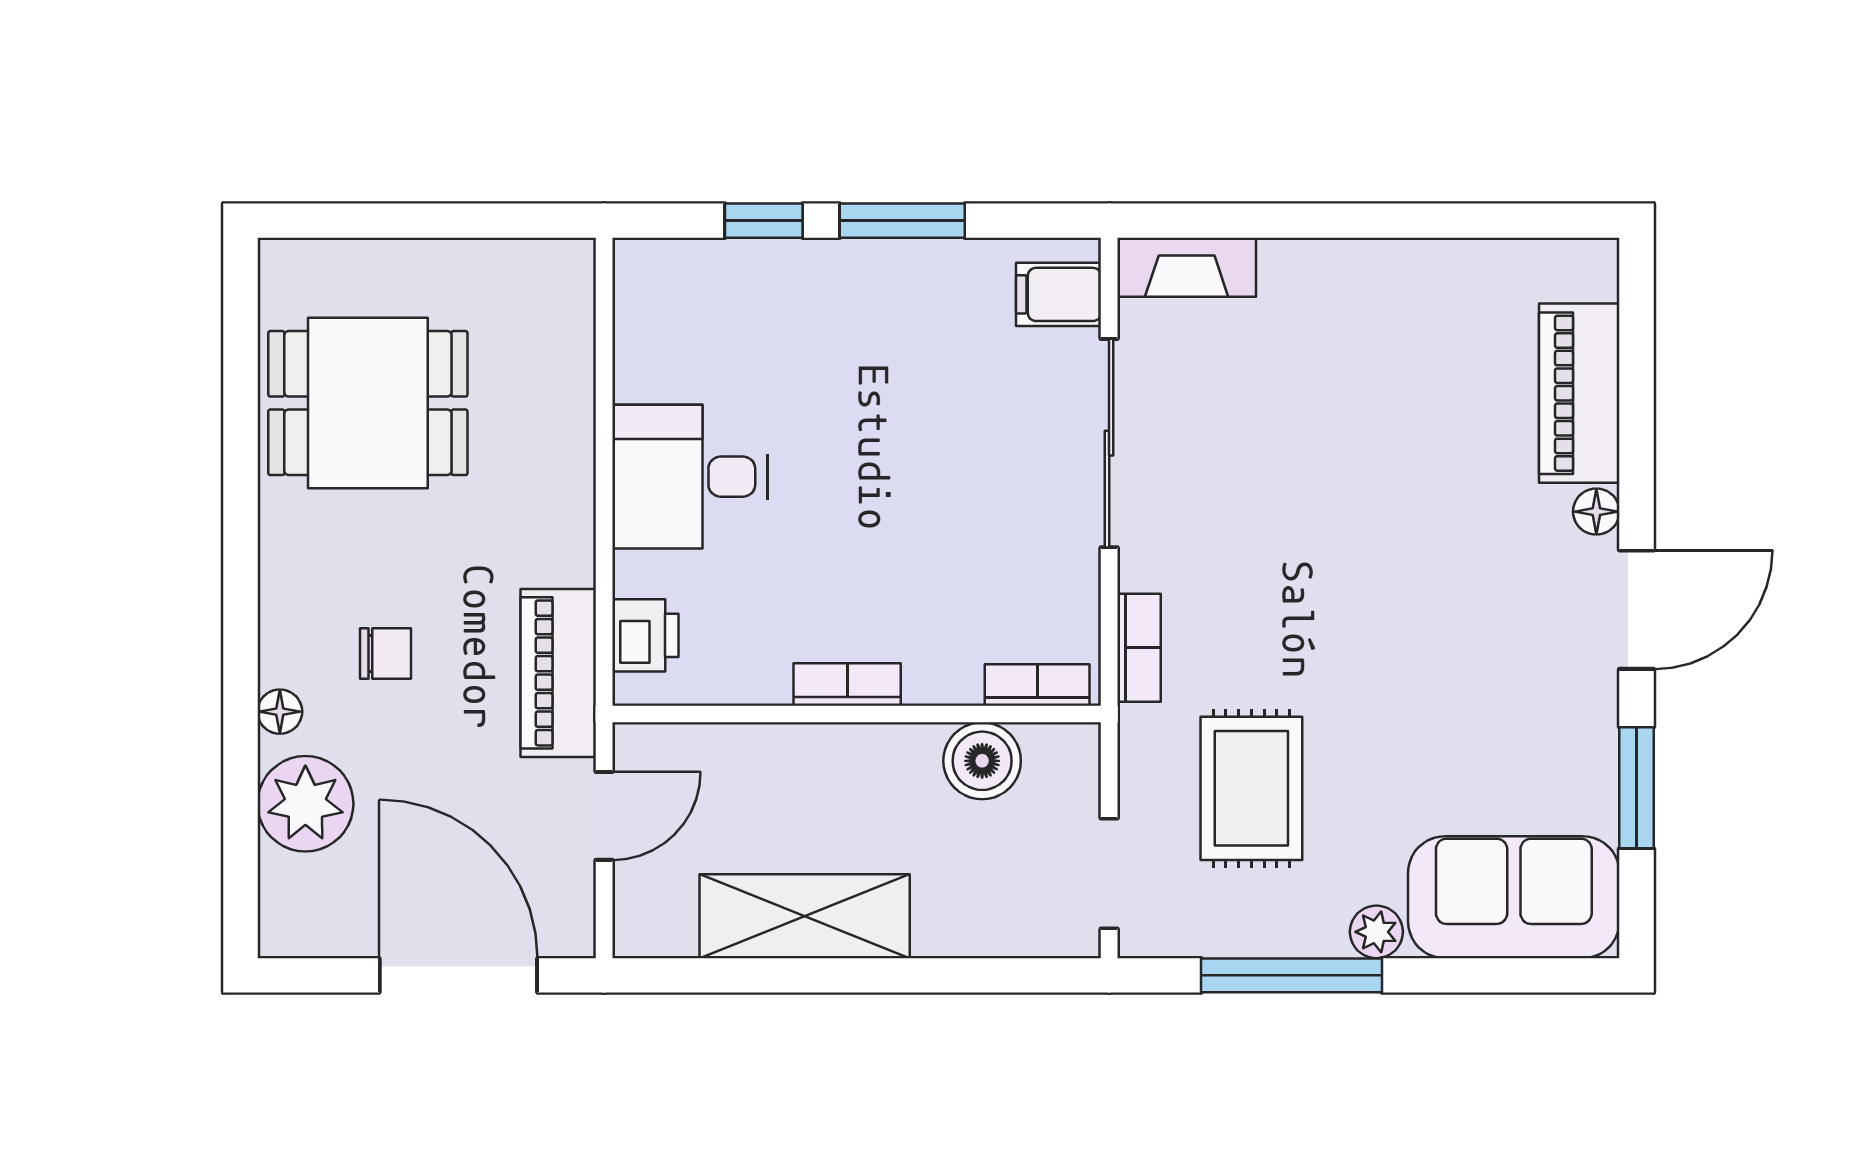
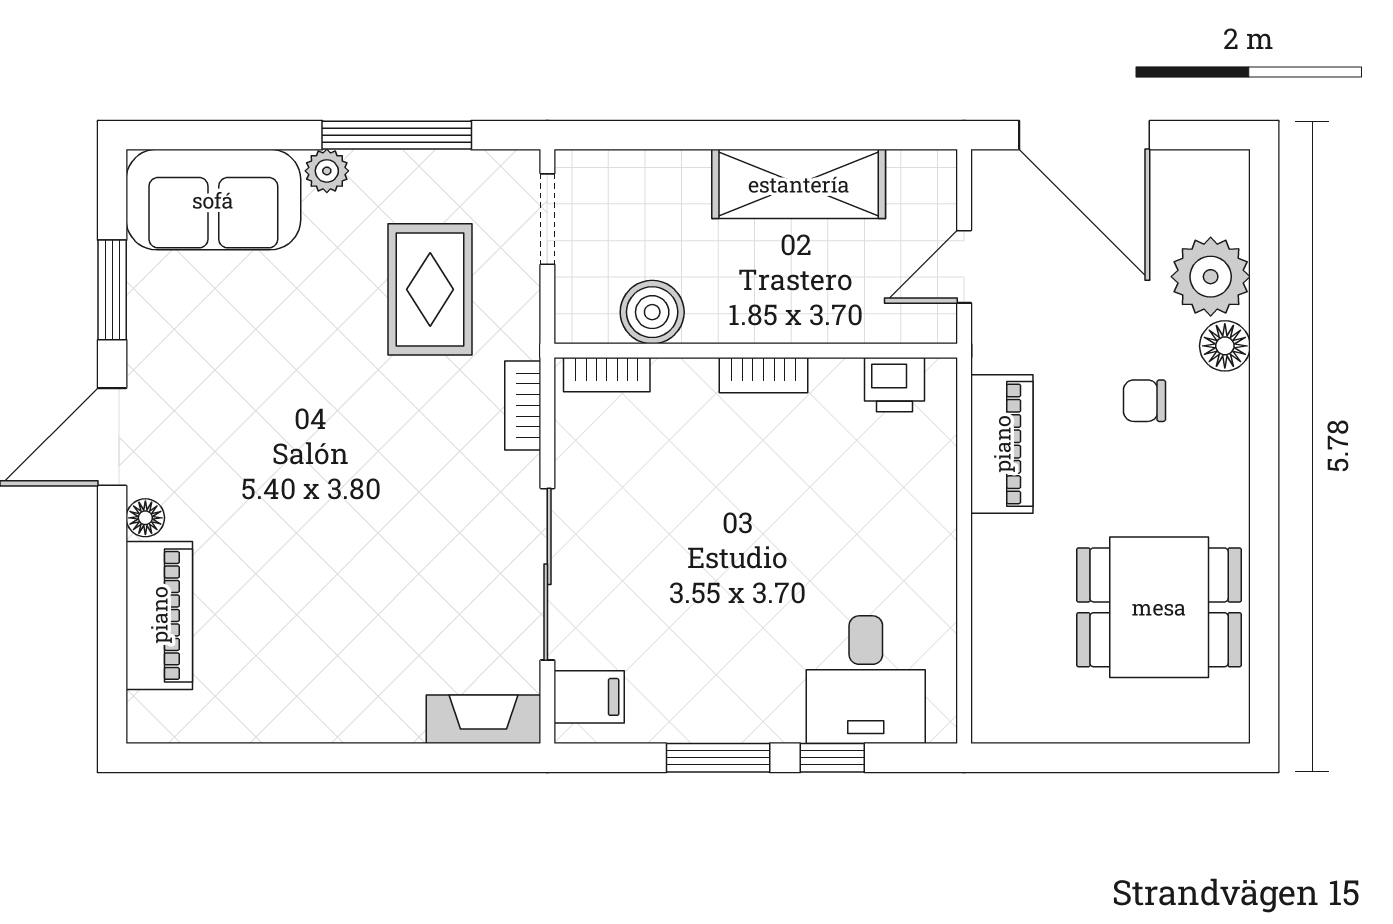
desk: (690, 477) -> (866, 680), moved, turned 90
printer: (645, 635) -> (894, 385), moved, turned -90
piano: (558, 673) -> (1002, 444), moved
floor lamp: (280, 712) -> (1225, 346), width x1.37, depth x1.37

